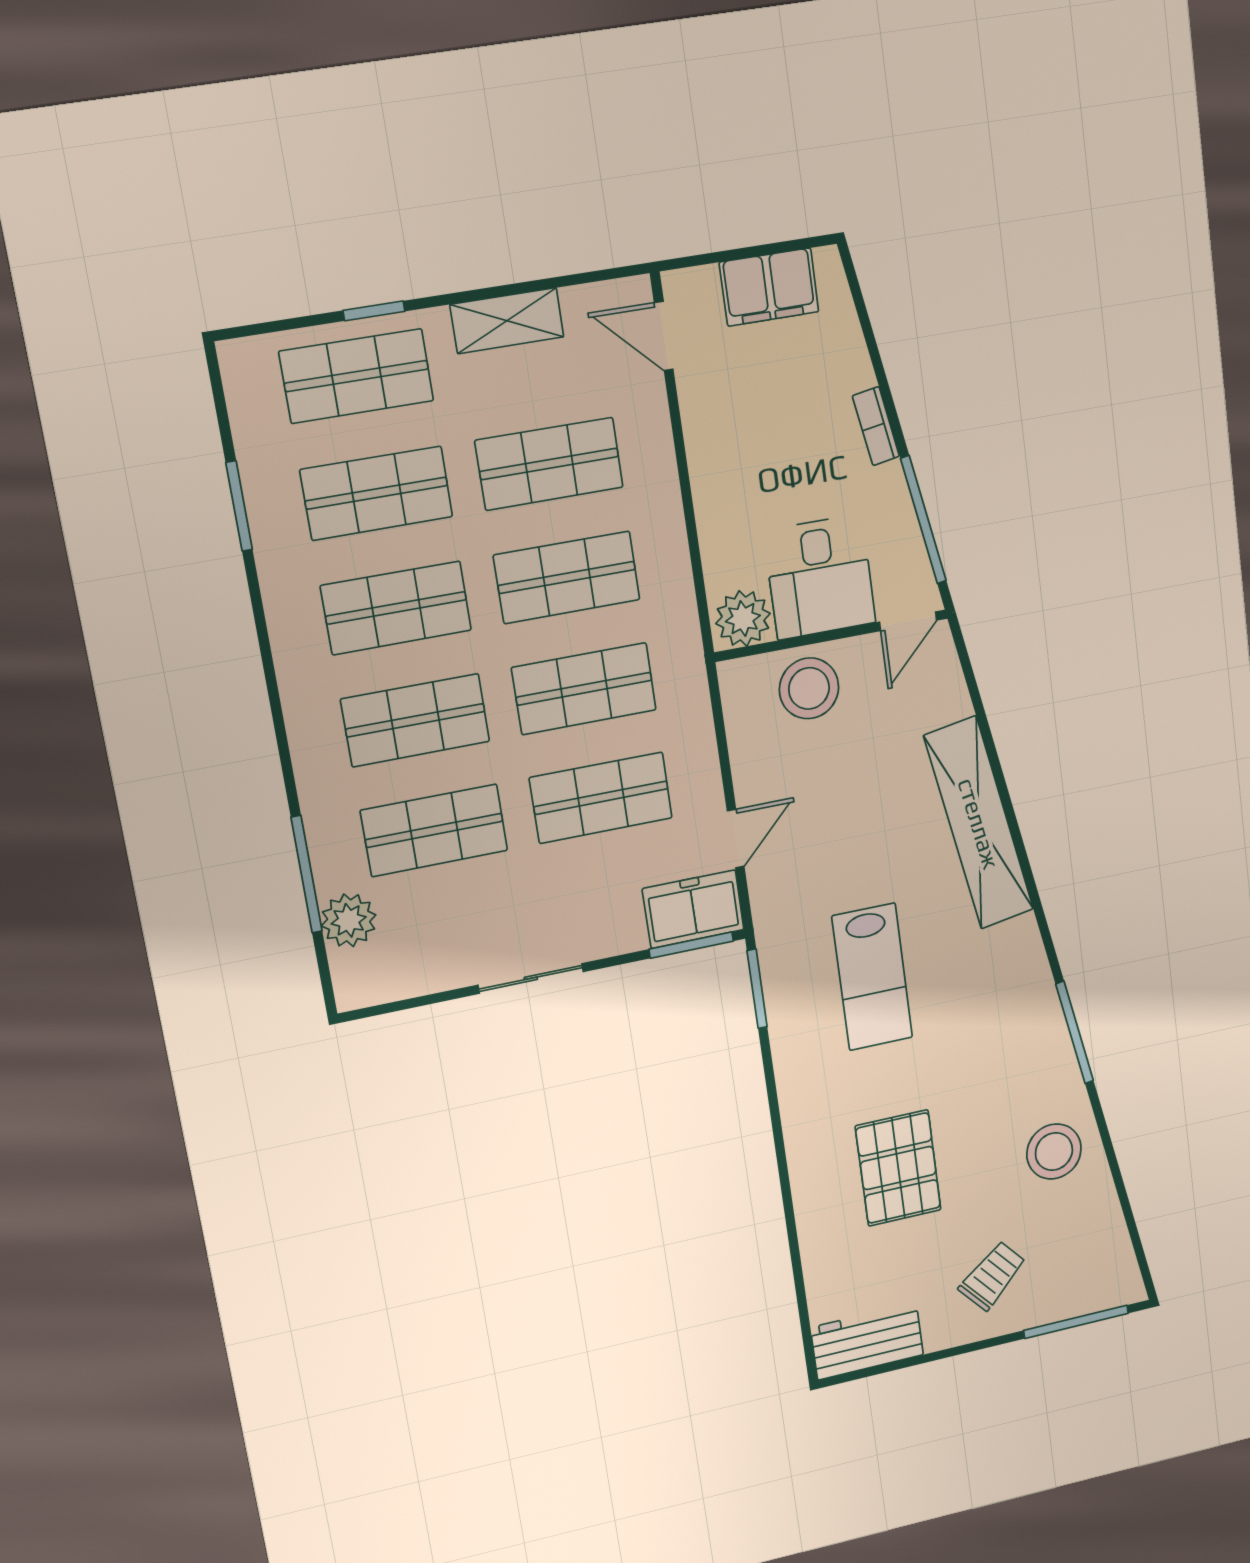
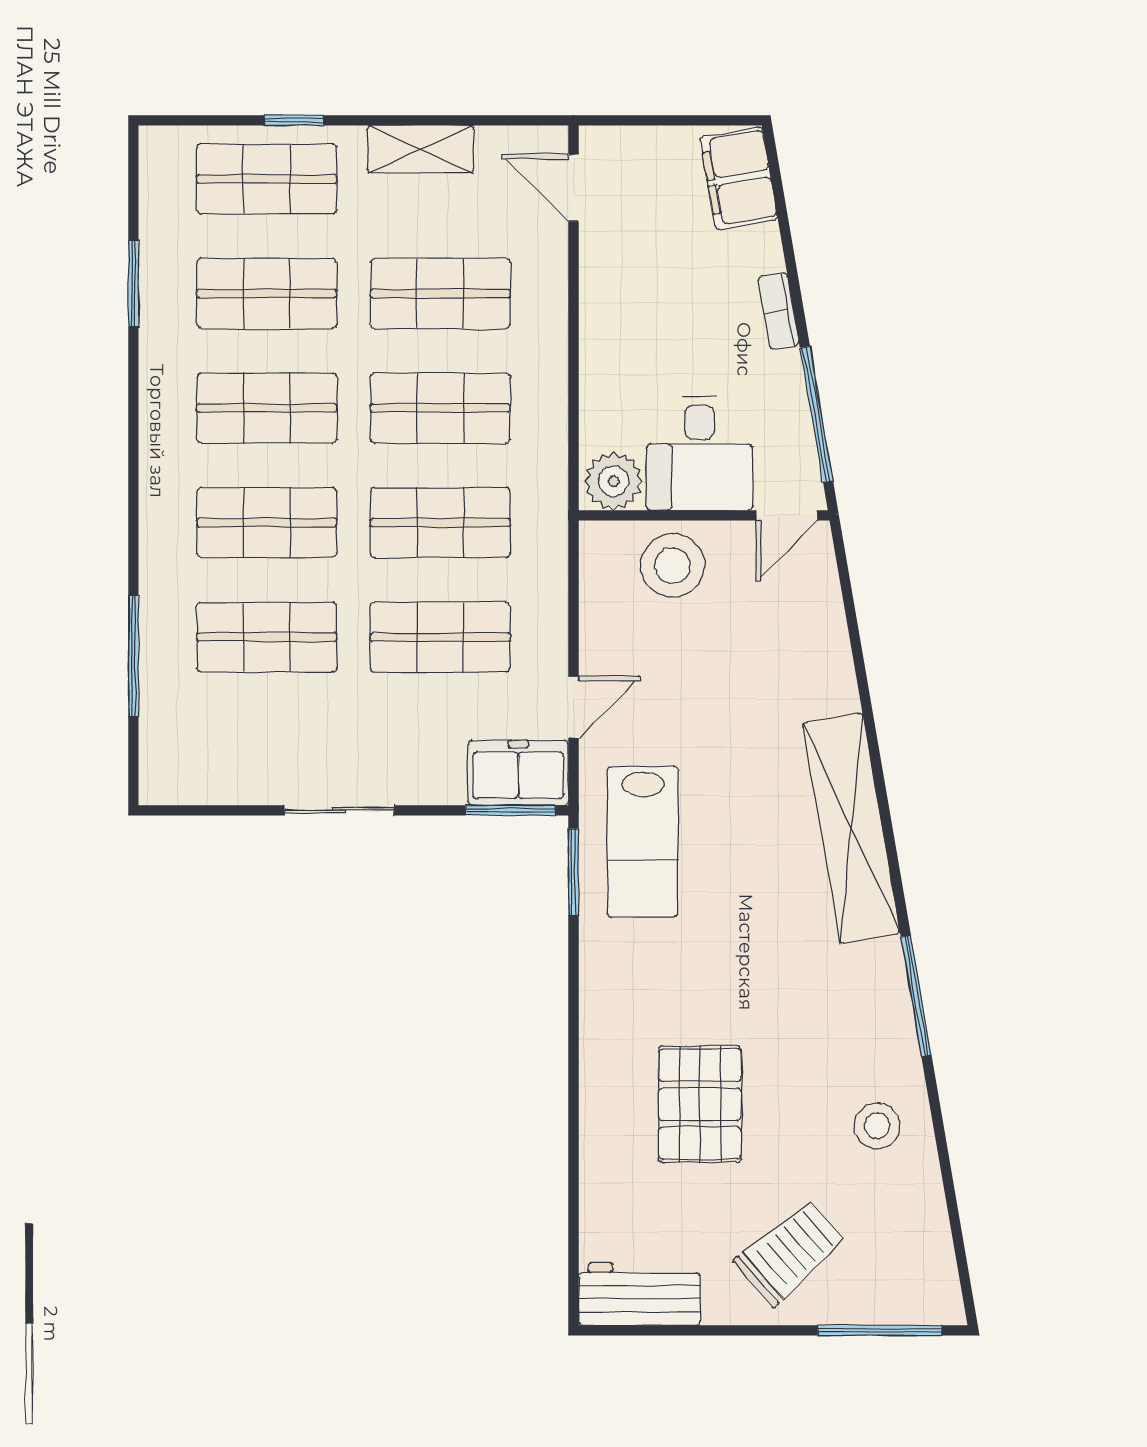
filing cabinet: (769, 287) -> (739, 178), moved, turned 80
shelving: (979, 823) -> (851, 828), moved
plant: (349, 920) -> (166, 712), removed
lab bench: (872, 977) -> (643, 842), moved
stool: (1054, 1151) -> (877, 1126), width x0.73, depth x0.73
trolley: (992, 1276) -> (790, 1253), width x1.36, depth x1.39

